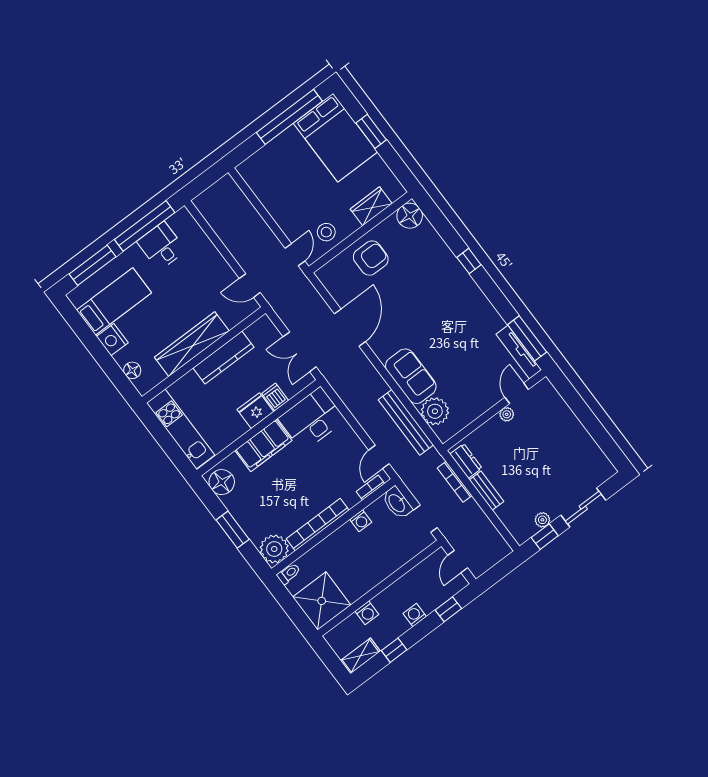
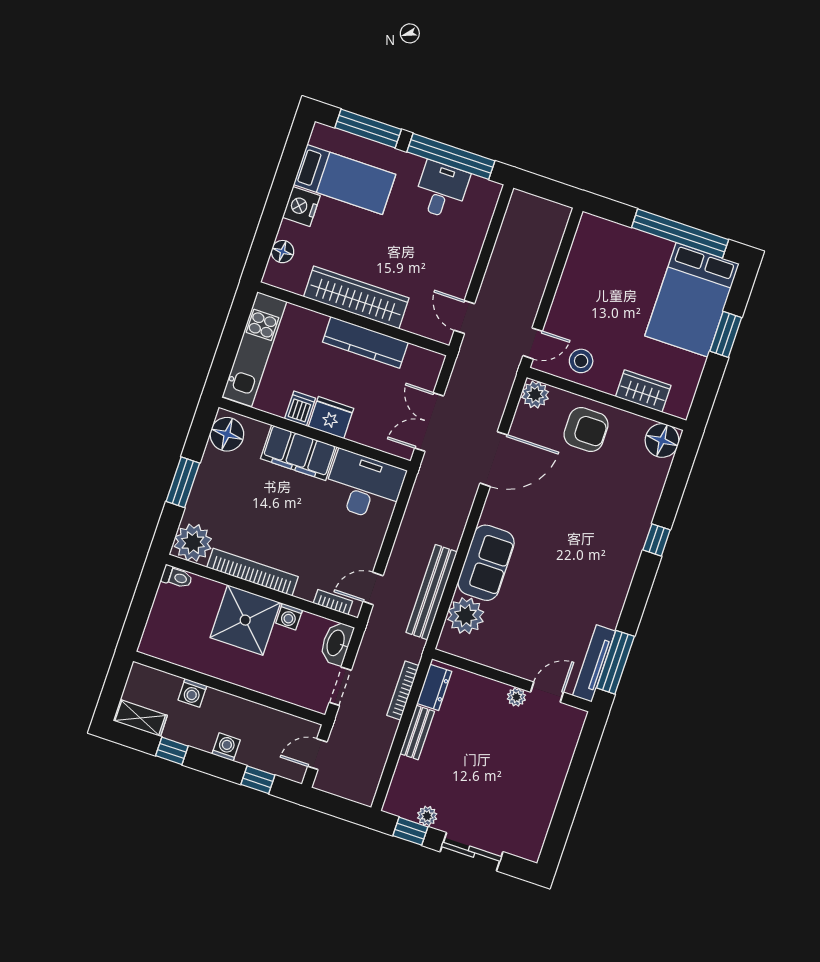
plant: (328, 275) -> (535, 395), added
dishwasher: (275, 397) -> (300, 409), moved
shower: (322, 601) -> (245, 620), moved

